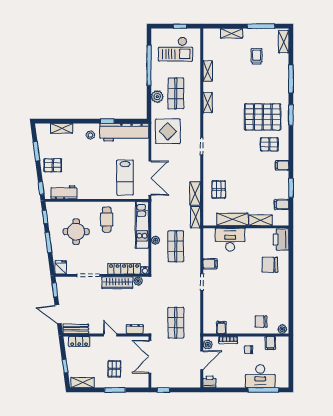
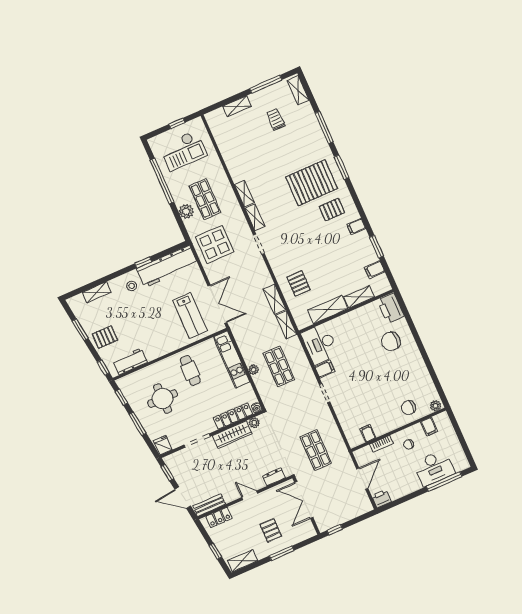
shelving: (208, 71) -> (255, 217), moved
desk: (230, 240) -> (320, 344), moved, turned -90
plant: (208, 345) -> (361, 459), removed

